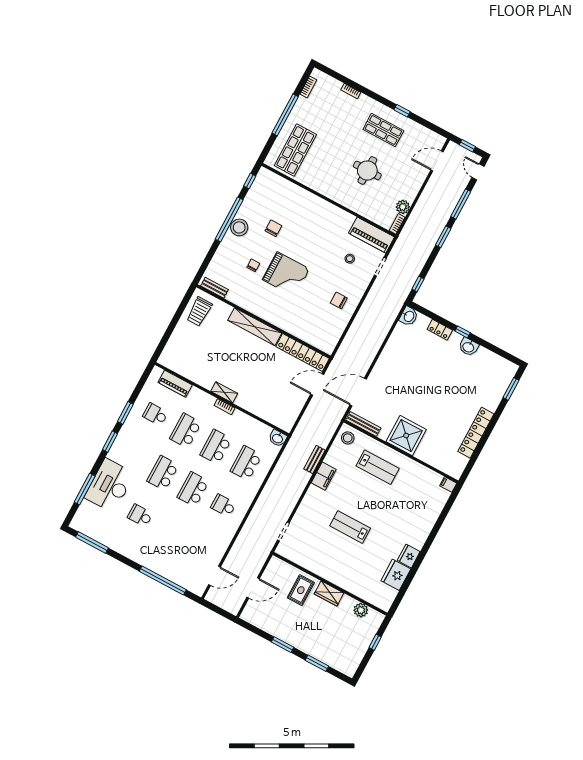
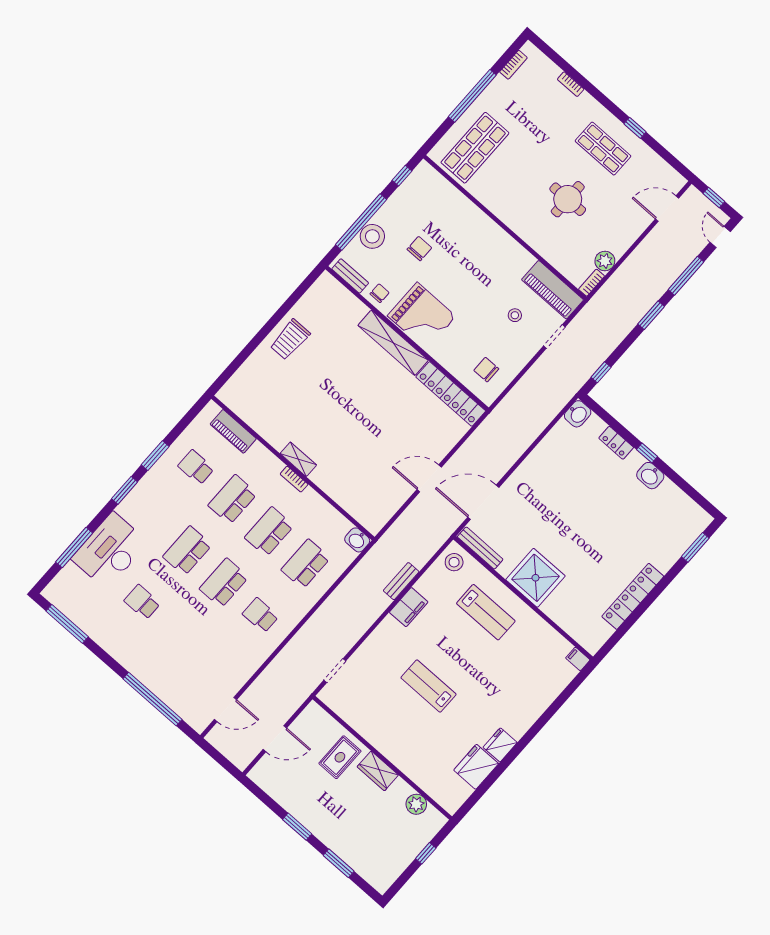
bench: (215, 288) -> (350, 276), moved
wall: (264, 321) -> (407, 338), moved
shelving: (255, 327) -> (393, 343), moved
locker: (303, 352) -> (451, 394), moved

